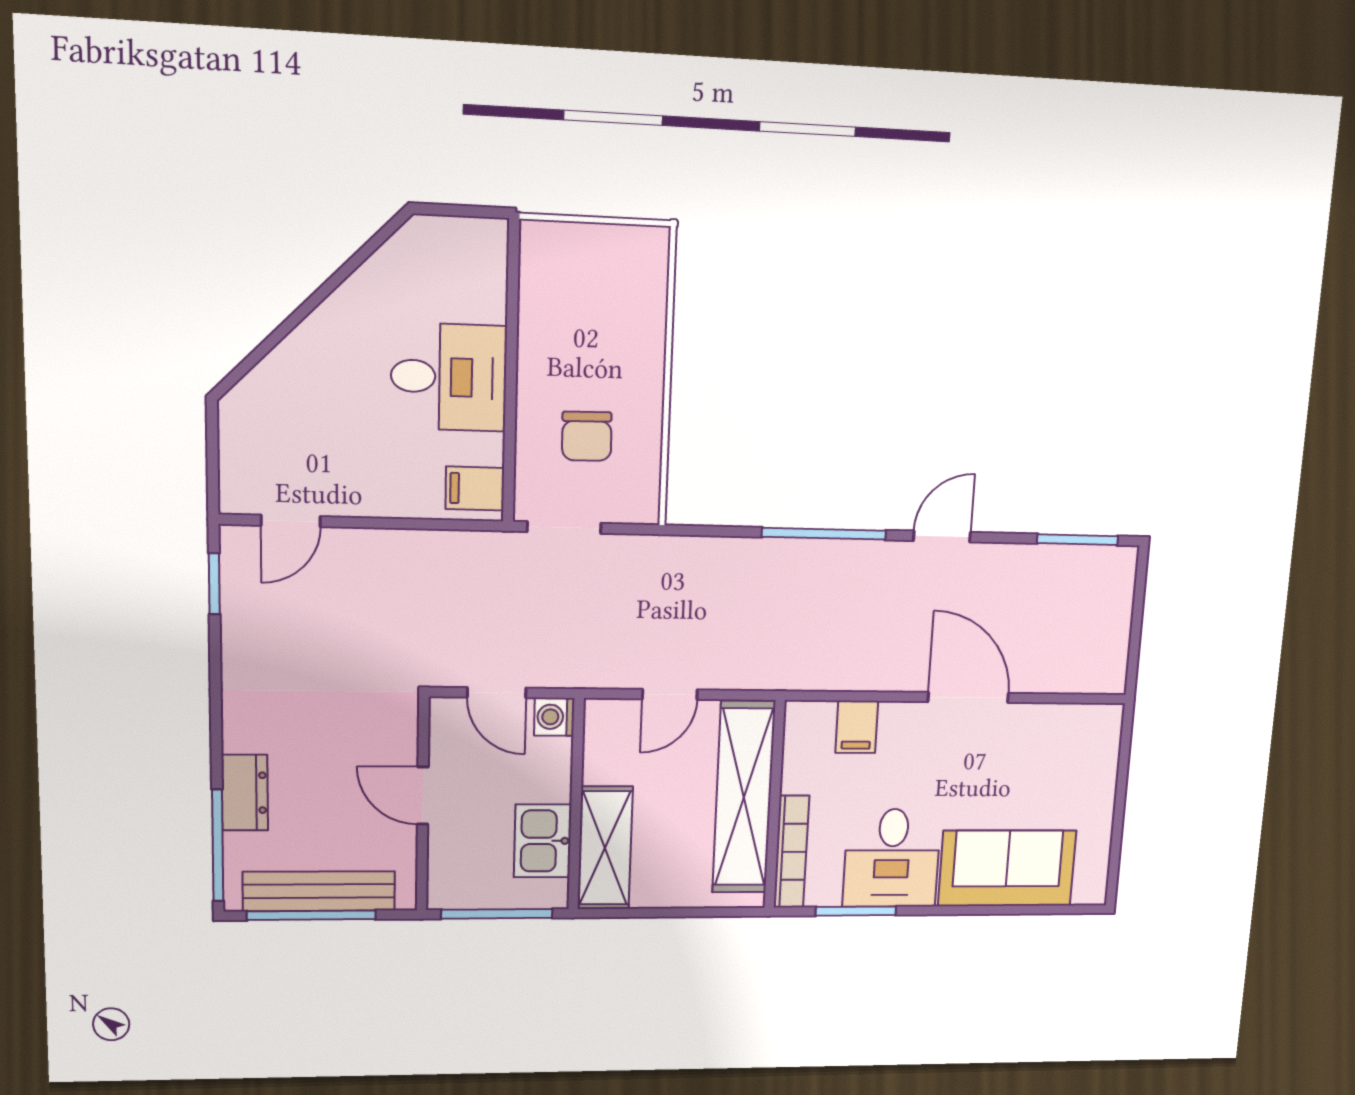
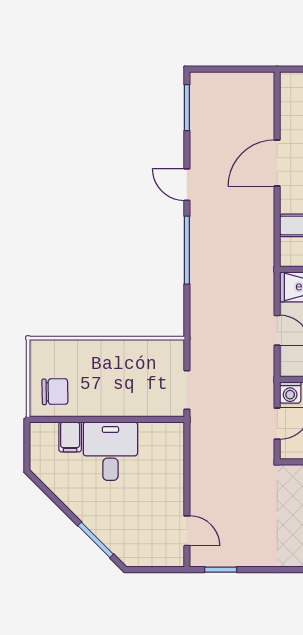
window: (272, 341) -> (96, 540), added
chair: (587, 436) -> (55, 392), moved
filing cabinet: (475, 489) -> (70, 437), moved

